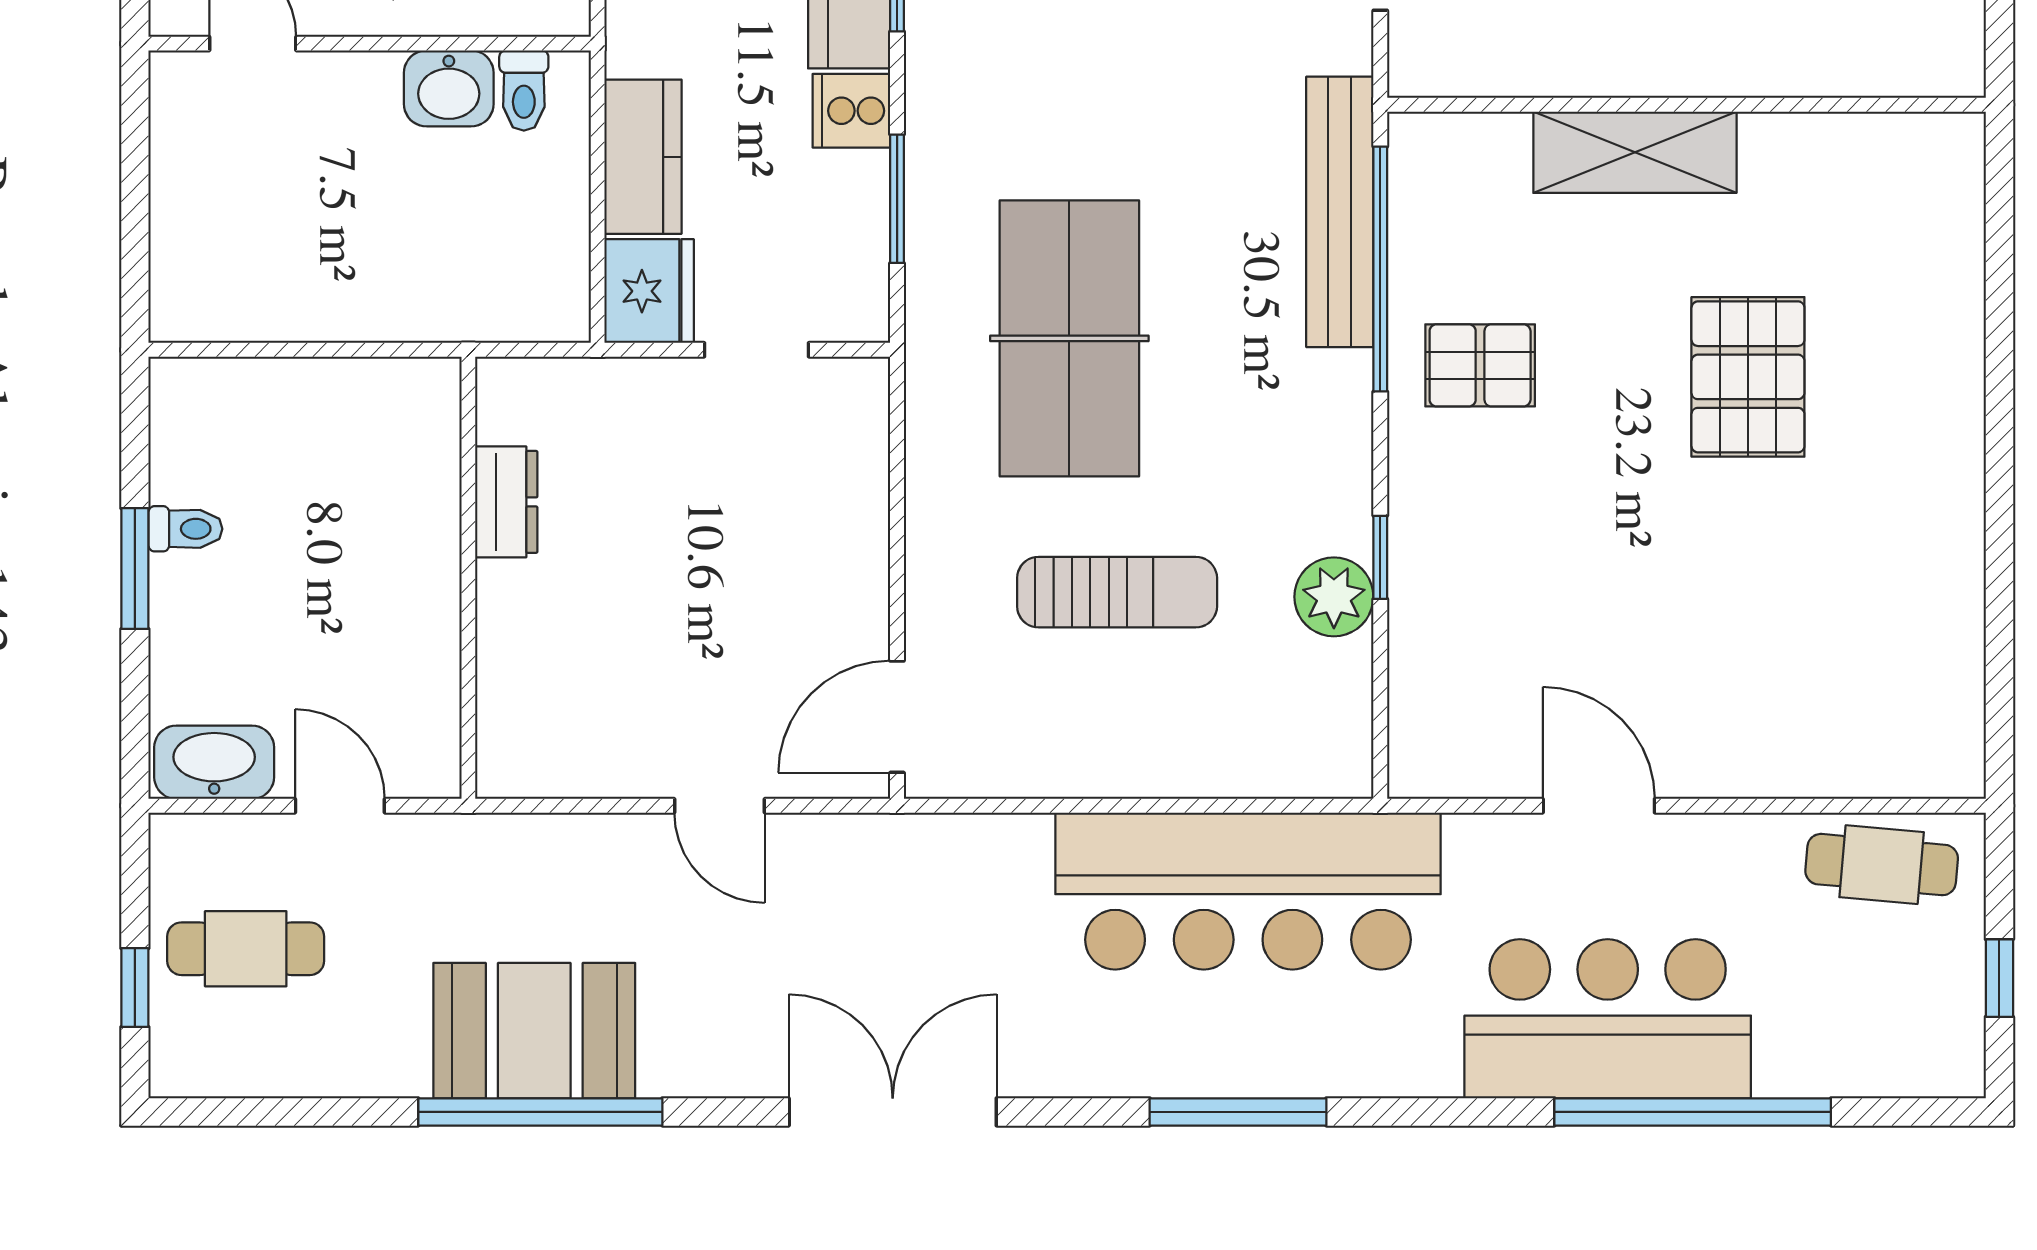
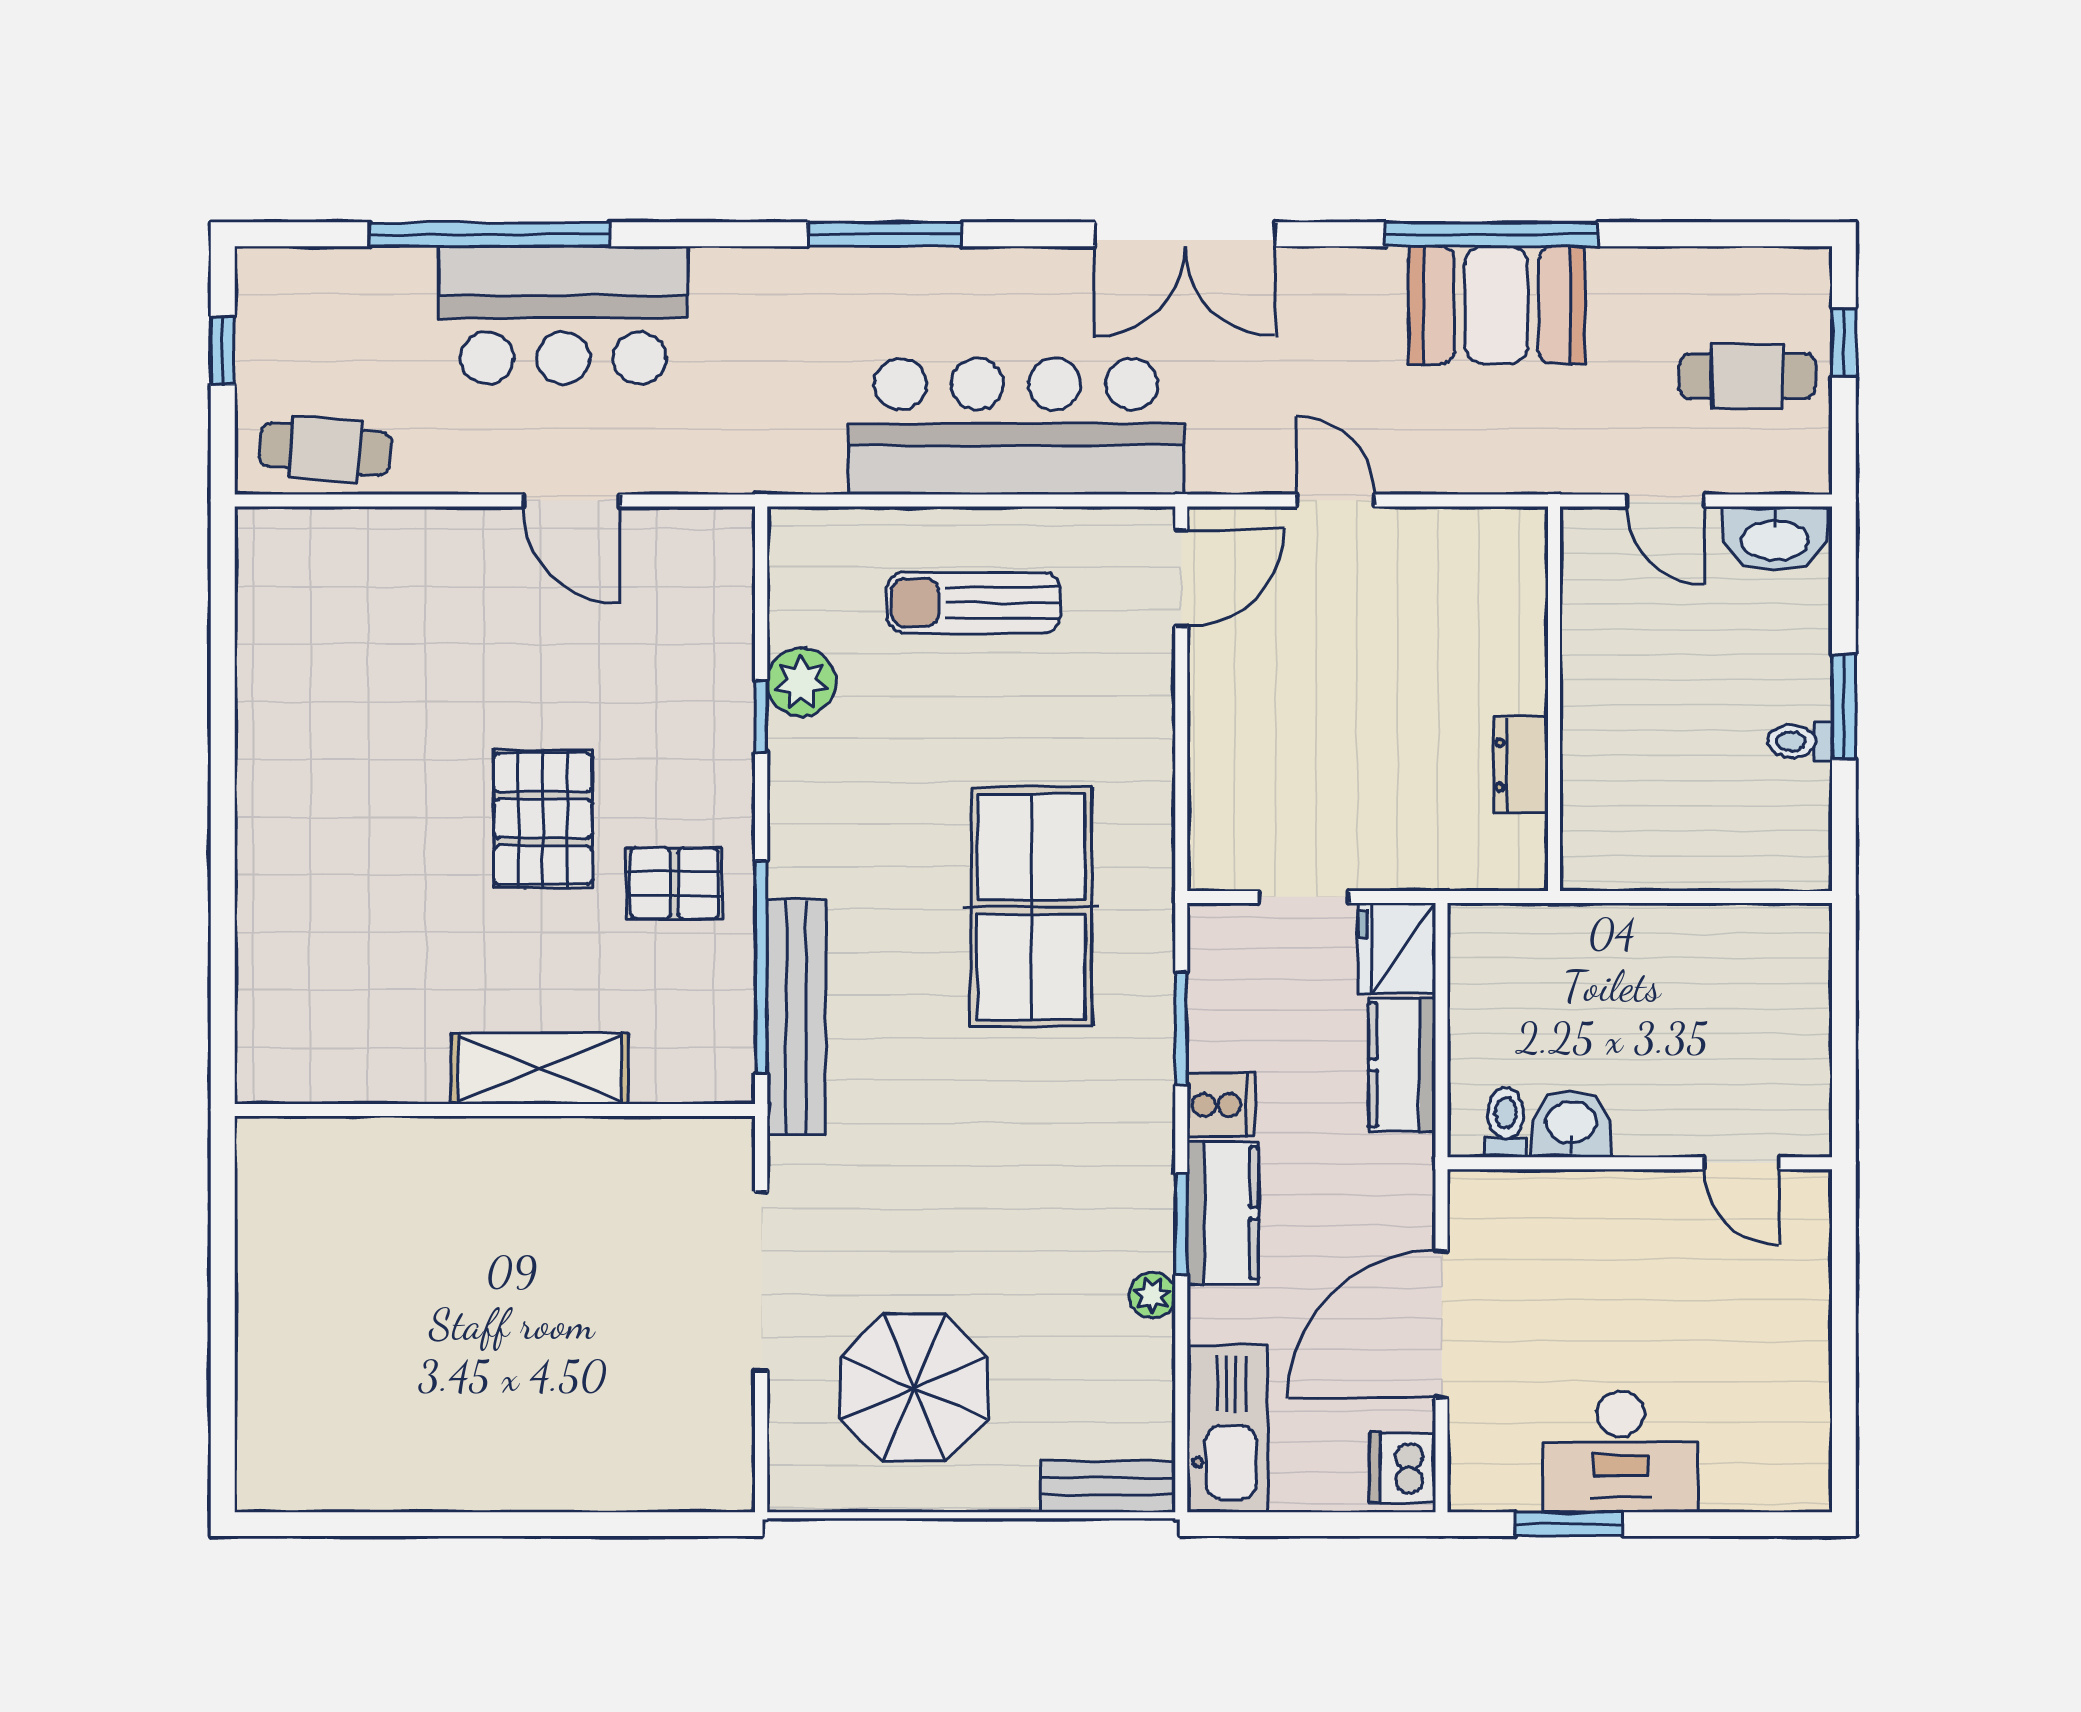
pallet: (1748, 377) -> (543, 819), moved
sun lounger: (1117, 592) -> (973, 603), moved
bar counter: (1248, 891) -> (1016, 426), moved

